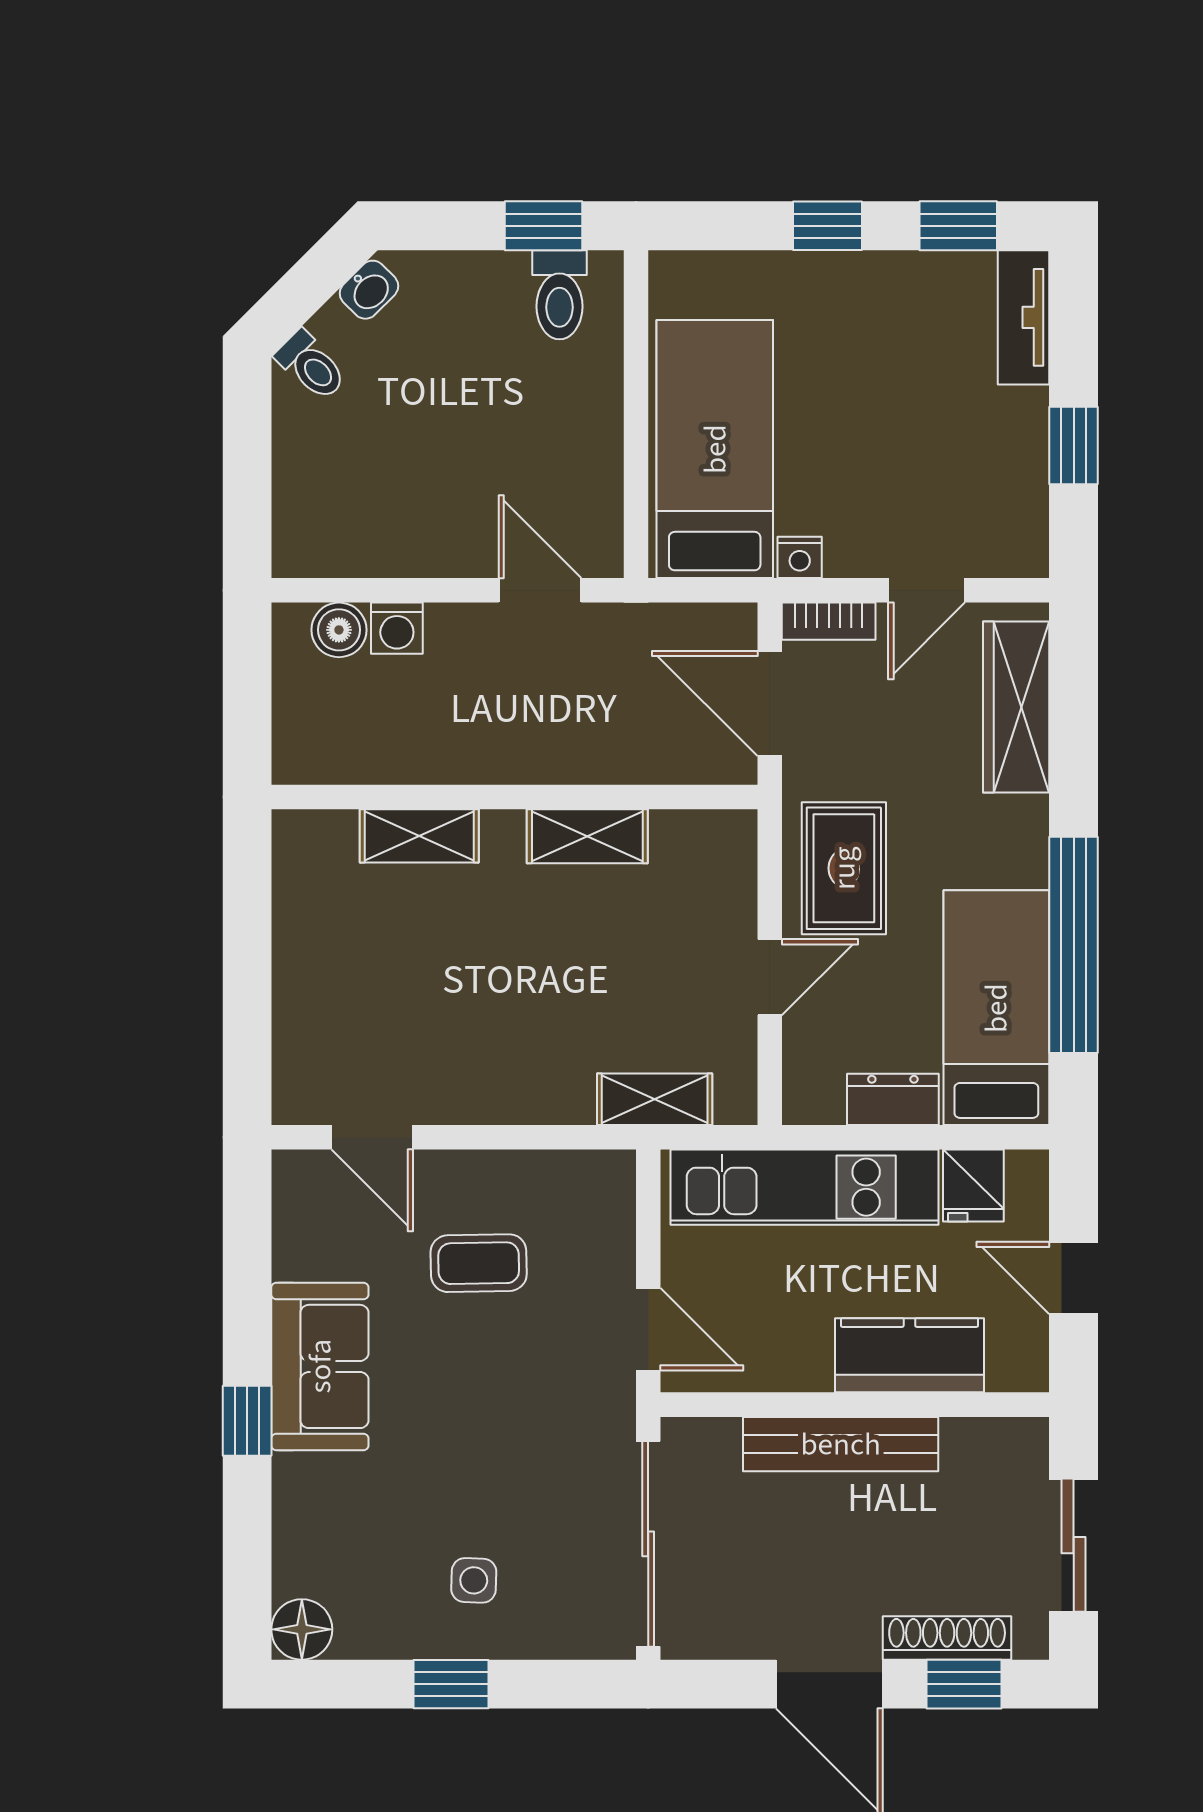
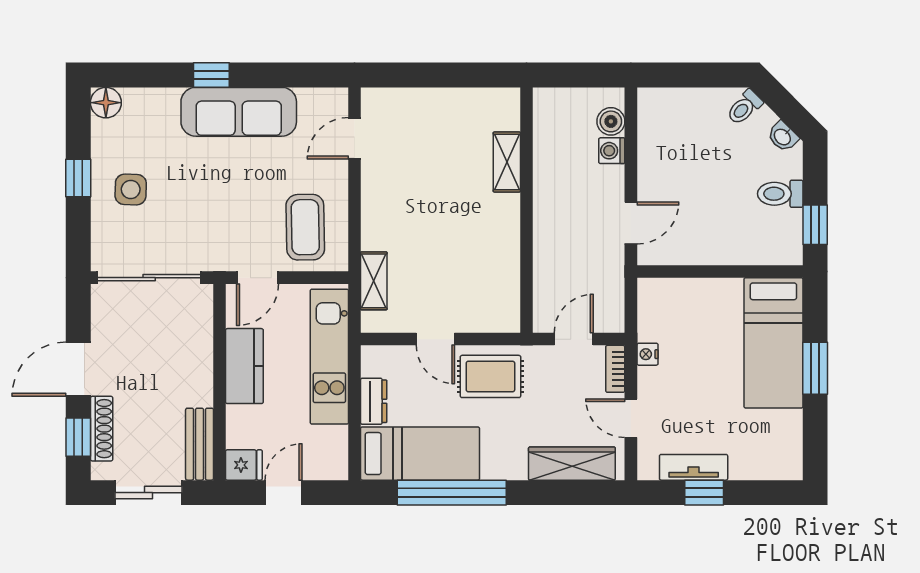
window: (828, 226) -> (815, 368), width x1.50
window: (958, 226) -> (815, 434), removed
toilet: (560, 295) -> (780, 194), moved
tv unit: (1024, 317) -> (694, 467), moved
bed: (715, 449) -> (773, 343), moved, turned 90
door: (770, 703) -> (574, 339), width x0.73
shelving: (587, 836) -> (507, 247), removed
fridge: (973, 1185) -> (244, 465), moved, turned 180
coffee table: (479, 1263) -> (305, 227), moved, width x1.36, depth x1.30
kitchen counter: (909, 1355) -> (244, 366), moved
sofa: (320, 1366) -> (239, 112), width x1.36
bench: (841, 1444) -> (200, 444), moved, width x0.73
side table: (474, 1580) -> (131, 189), width x1.37, depth x1.37

